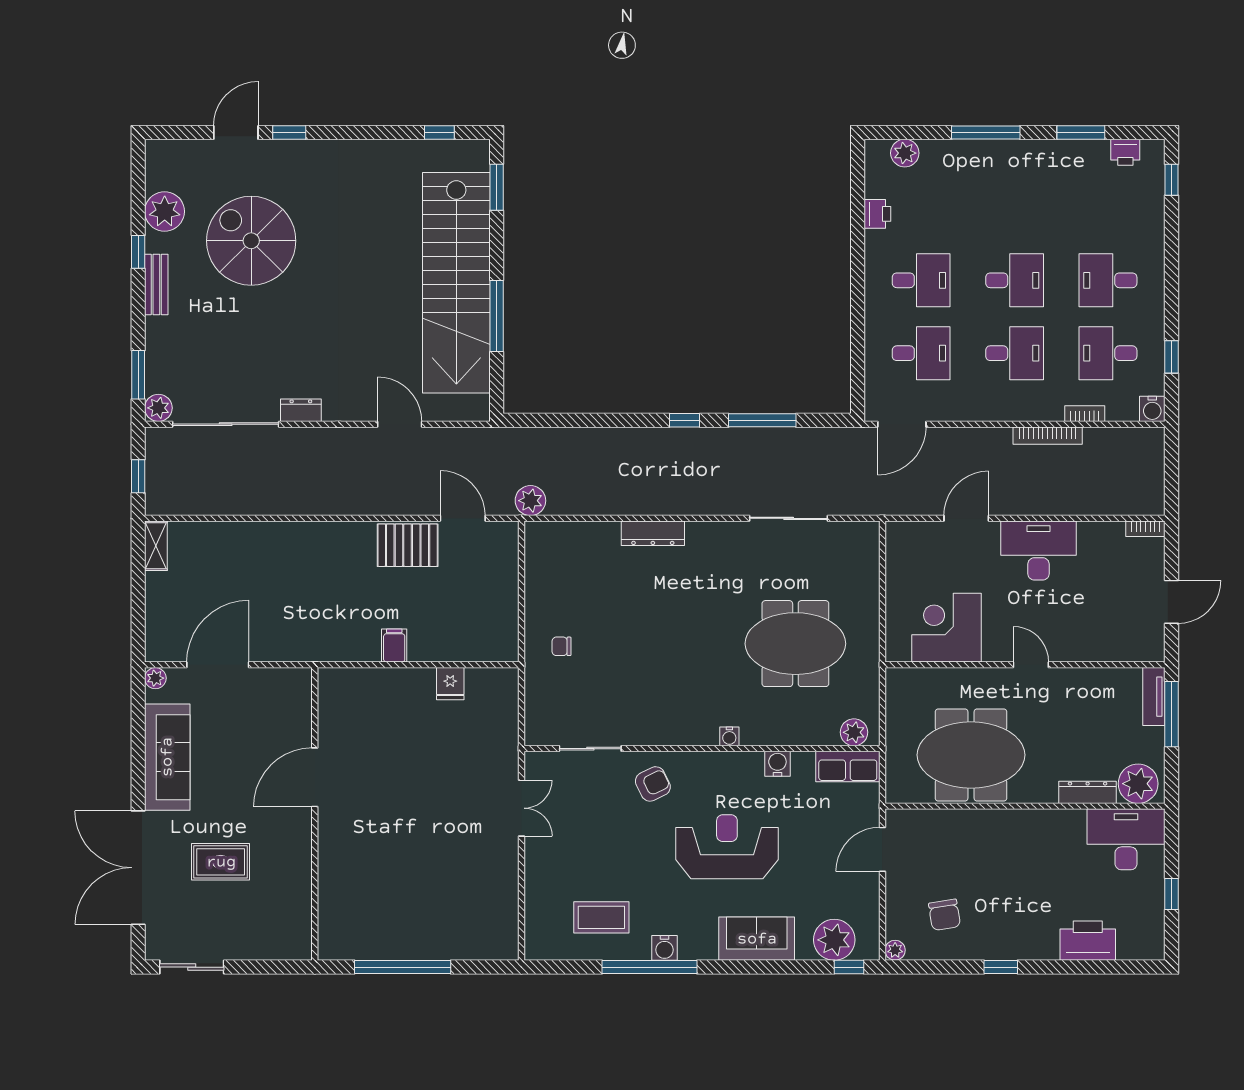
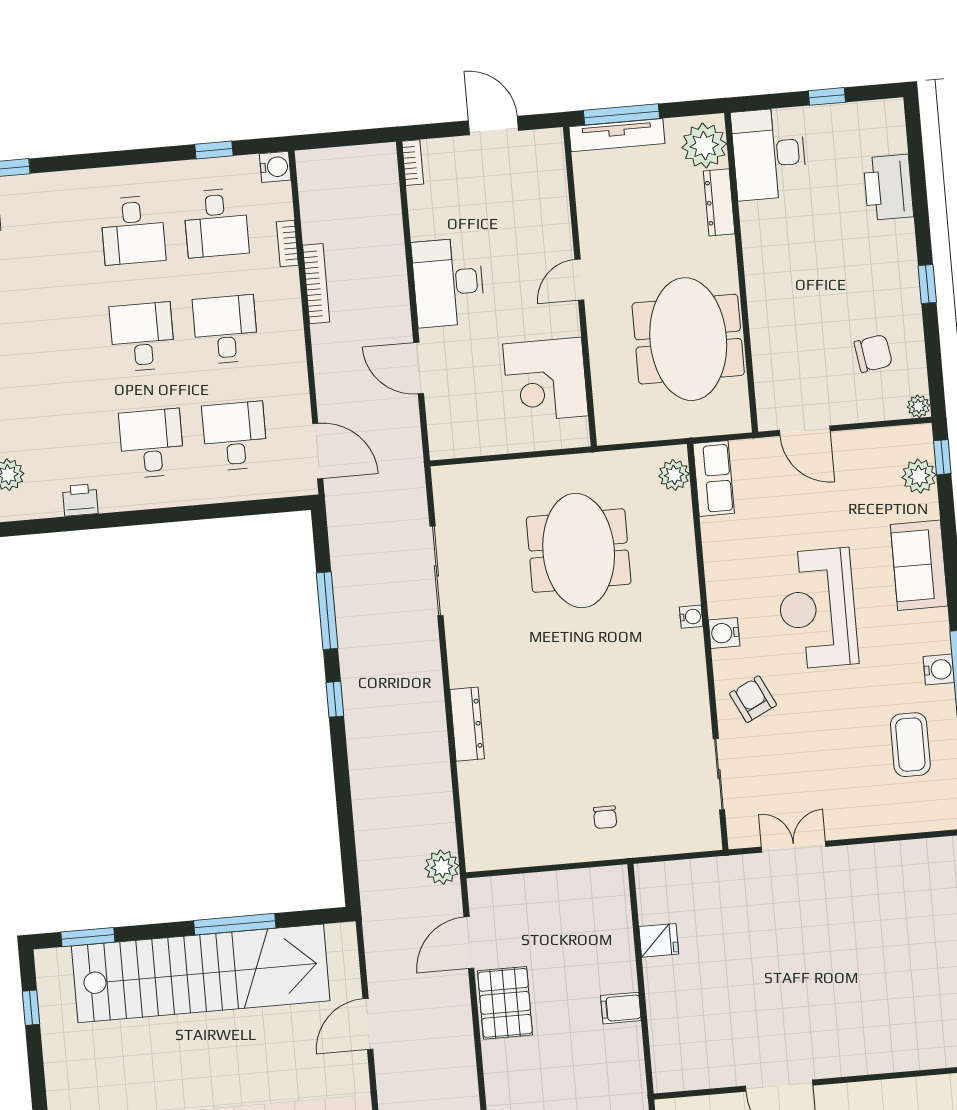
tv unit: (1154, 697) -> (617, 135), width x1.41
water cooler: (777, 764) -> (724, 633), moved
plant: (834, 940) -> (919, 476), width x0.73, depth x0.73

